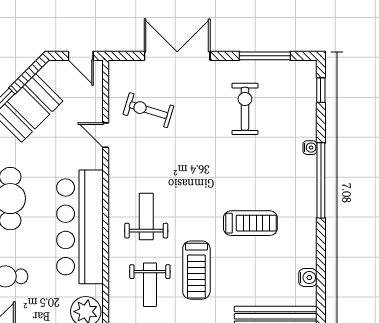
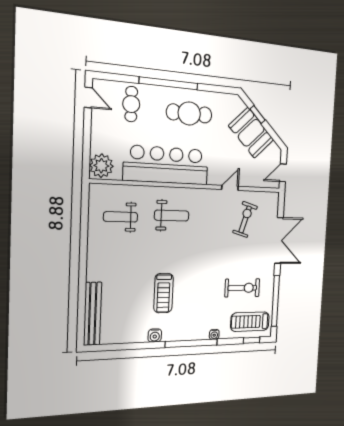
window: (265, 56) -> (275, 301), width x1.46
treadmill: (196, 270) -> (250, 322), moved
water cooler: (308, 278) -> (155, 335), moved

